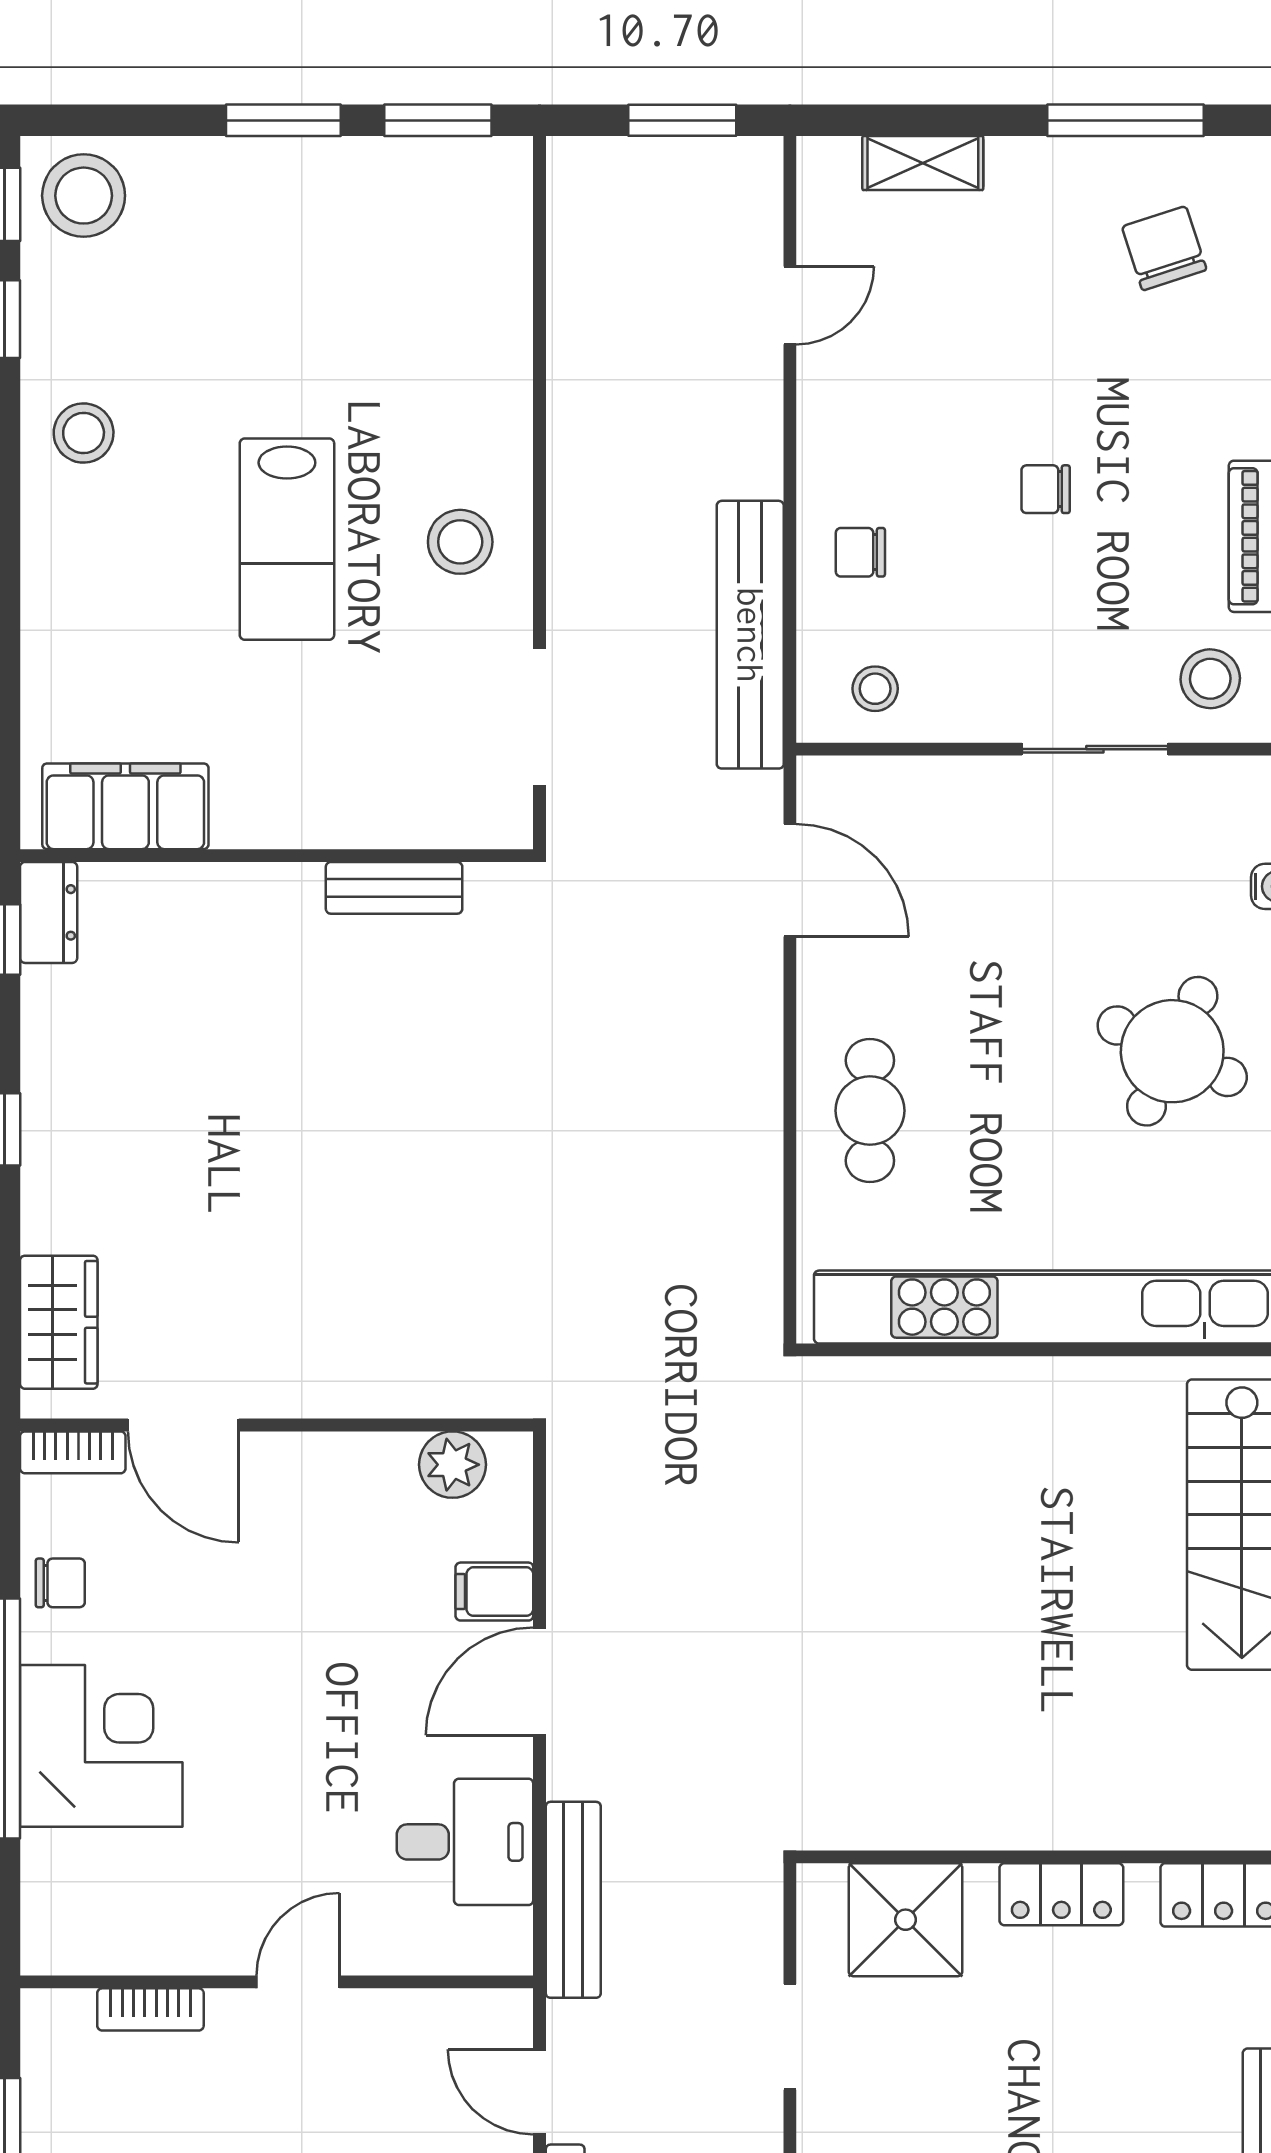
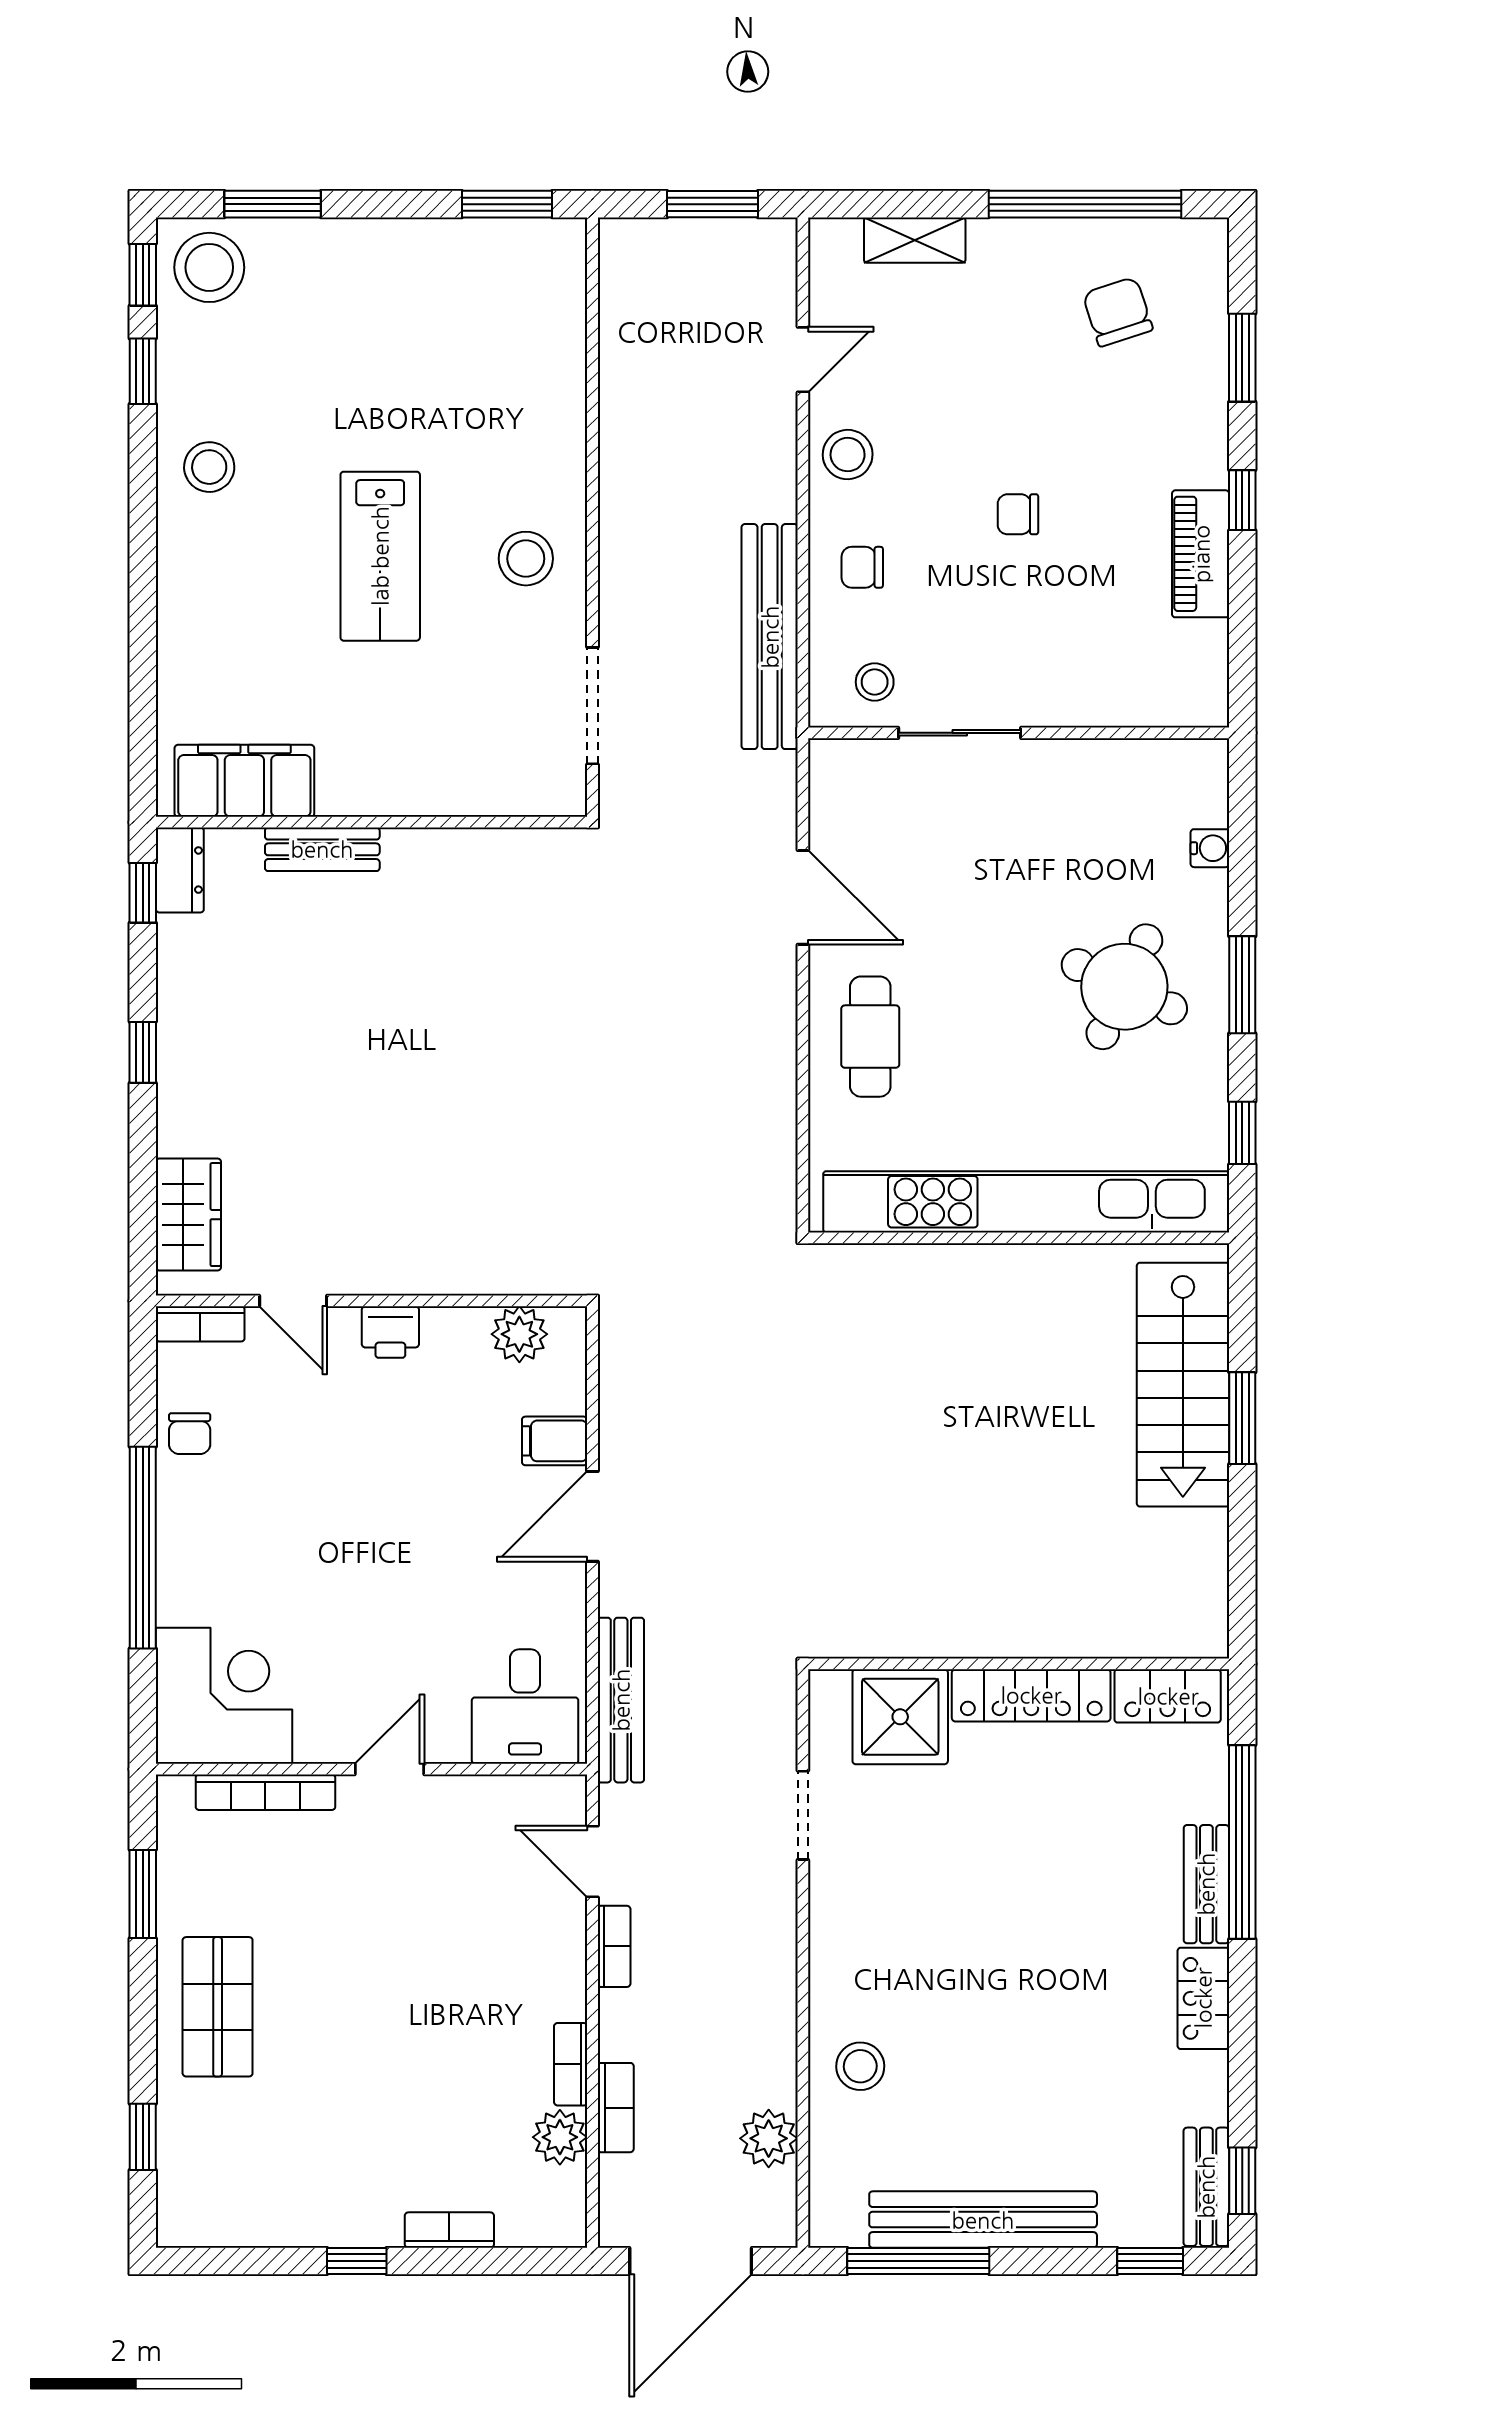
window: (283, 120) -> (273, 204), moved
window: (1125, 120) -> (1085, 204), width x1.46
stool: (1210, 679) -> (848, 455), moved
sliding door: (1095, 749) -> (960, 733), moved
door: (790, 880) -> (803, 897), moved
bench: (394, 888) -> (322, 849), moved
door: (183, 1425) -> (293, 1301), width x0.73
printer: (299, 1462) -> (390, 1332), added
chair: (60, 1583) -> (190, 1434), turned 90
corner desk: (101, 1746) -> (224, 1696), moved
desk: (465, 1842) -> (525, 1707), moved, turned 90
locker: (1061, 1894) -> (1031, 1695), width x1.53
bookcase: (150, 2009) -> (265, 1792), width x1.56

